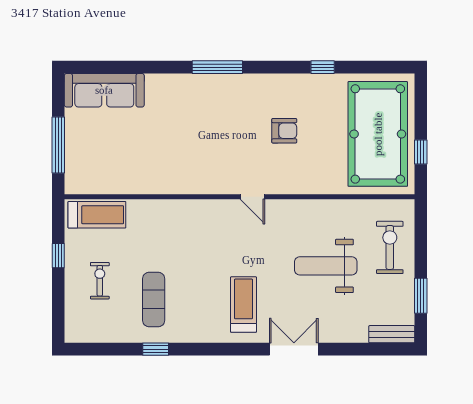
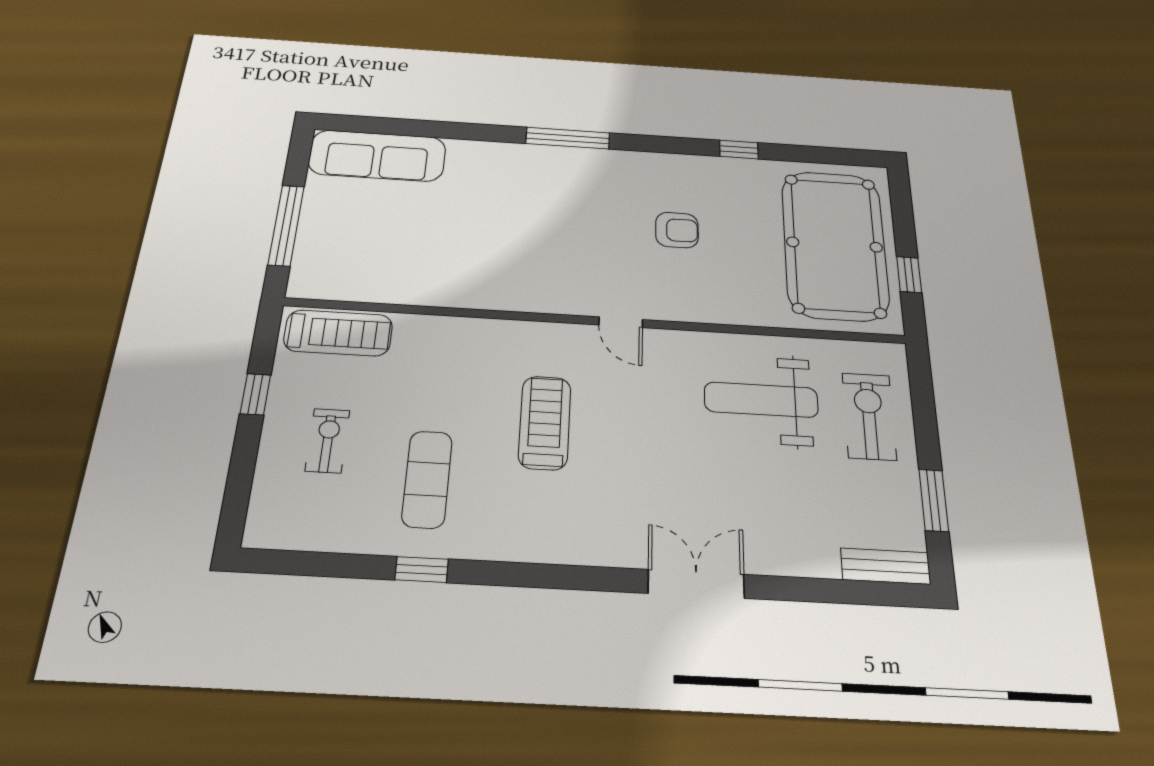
weight bench: (326, 266) -> (761, 400), moved
treadmill: (244, 304) -> (545, 422), moved

